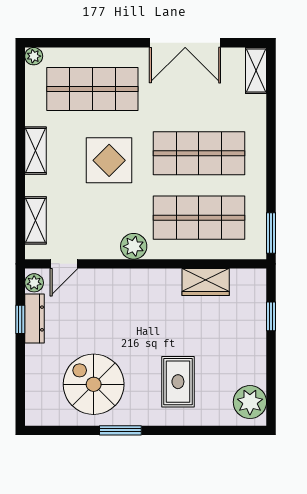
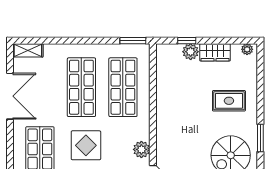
plant: (134, 246) -> (141, 149), moved
wardrobe: (206, 282) -> (215, 52), moved, turned 90
plant: (254, 322) -> (191, 52), added
plant: (250, 402) -> (247, 49), width x0.53, depth x0.53

